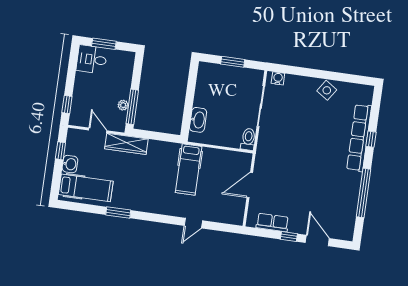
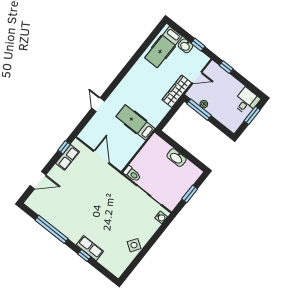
washbasin: (198, 120) -> (177, 158), moved
row of seats: (359, 138) -> (90, 248), width x0.50
window: (118, 213) -> (134, 59), removed
window: (289, 236) -> (64, 147), moved

